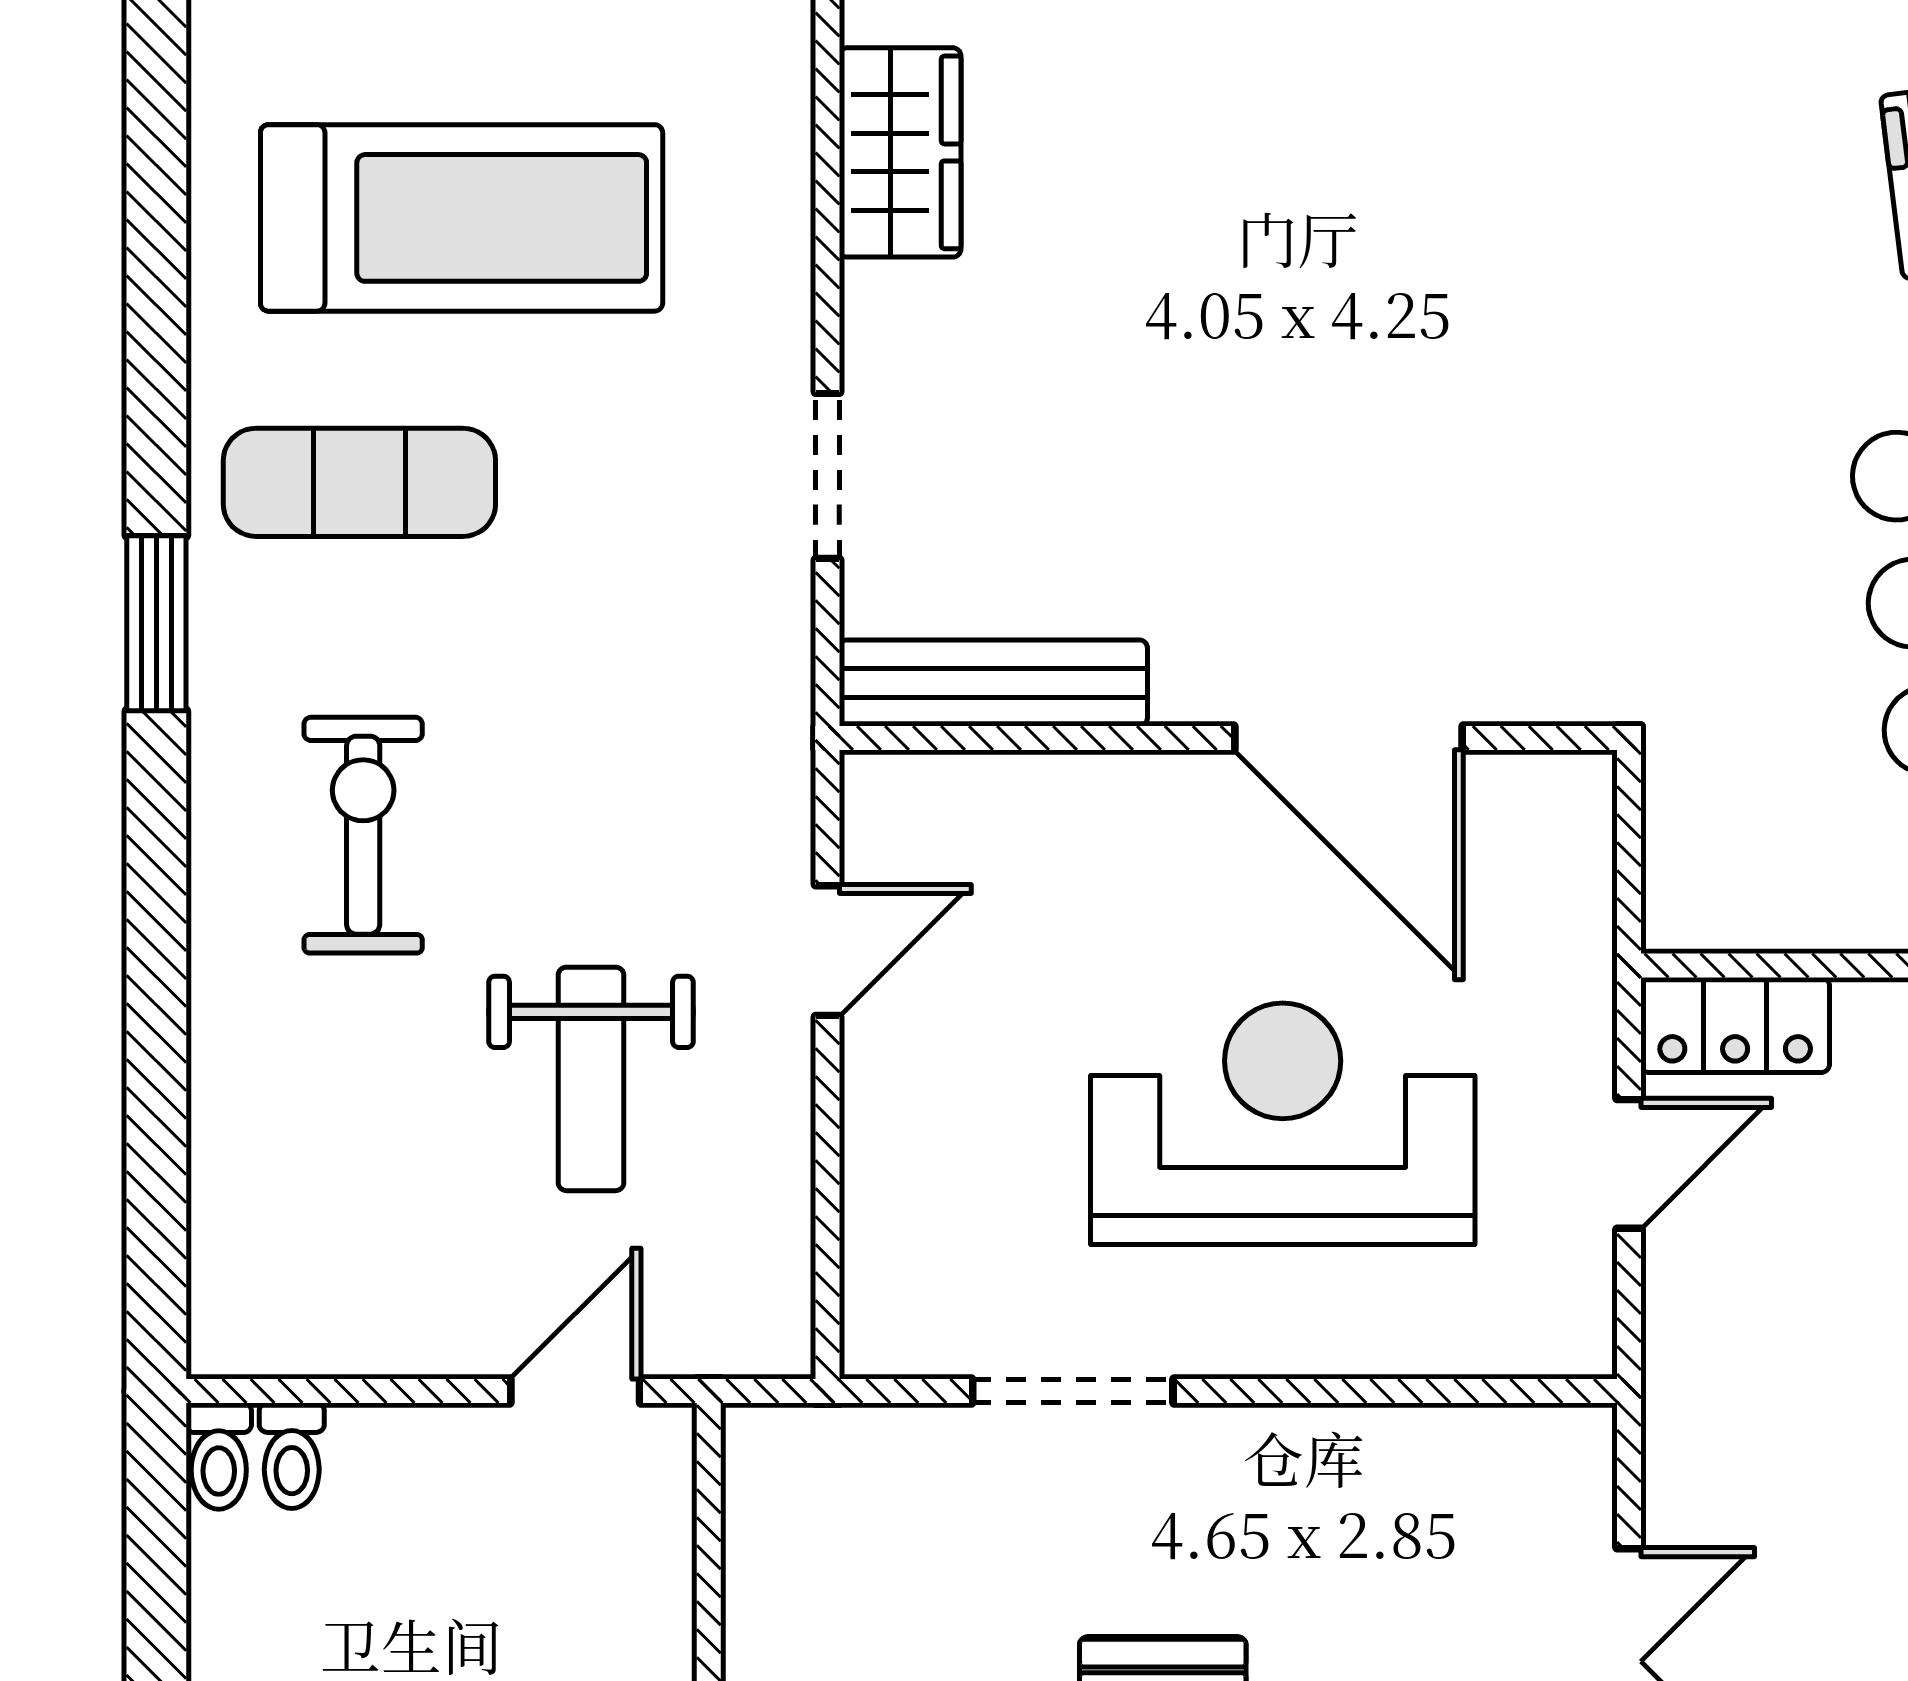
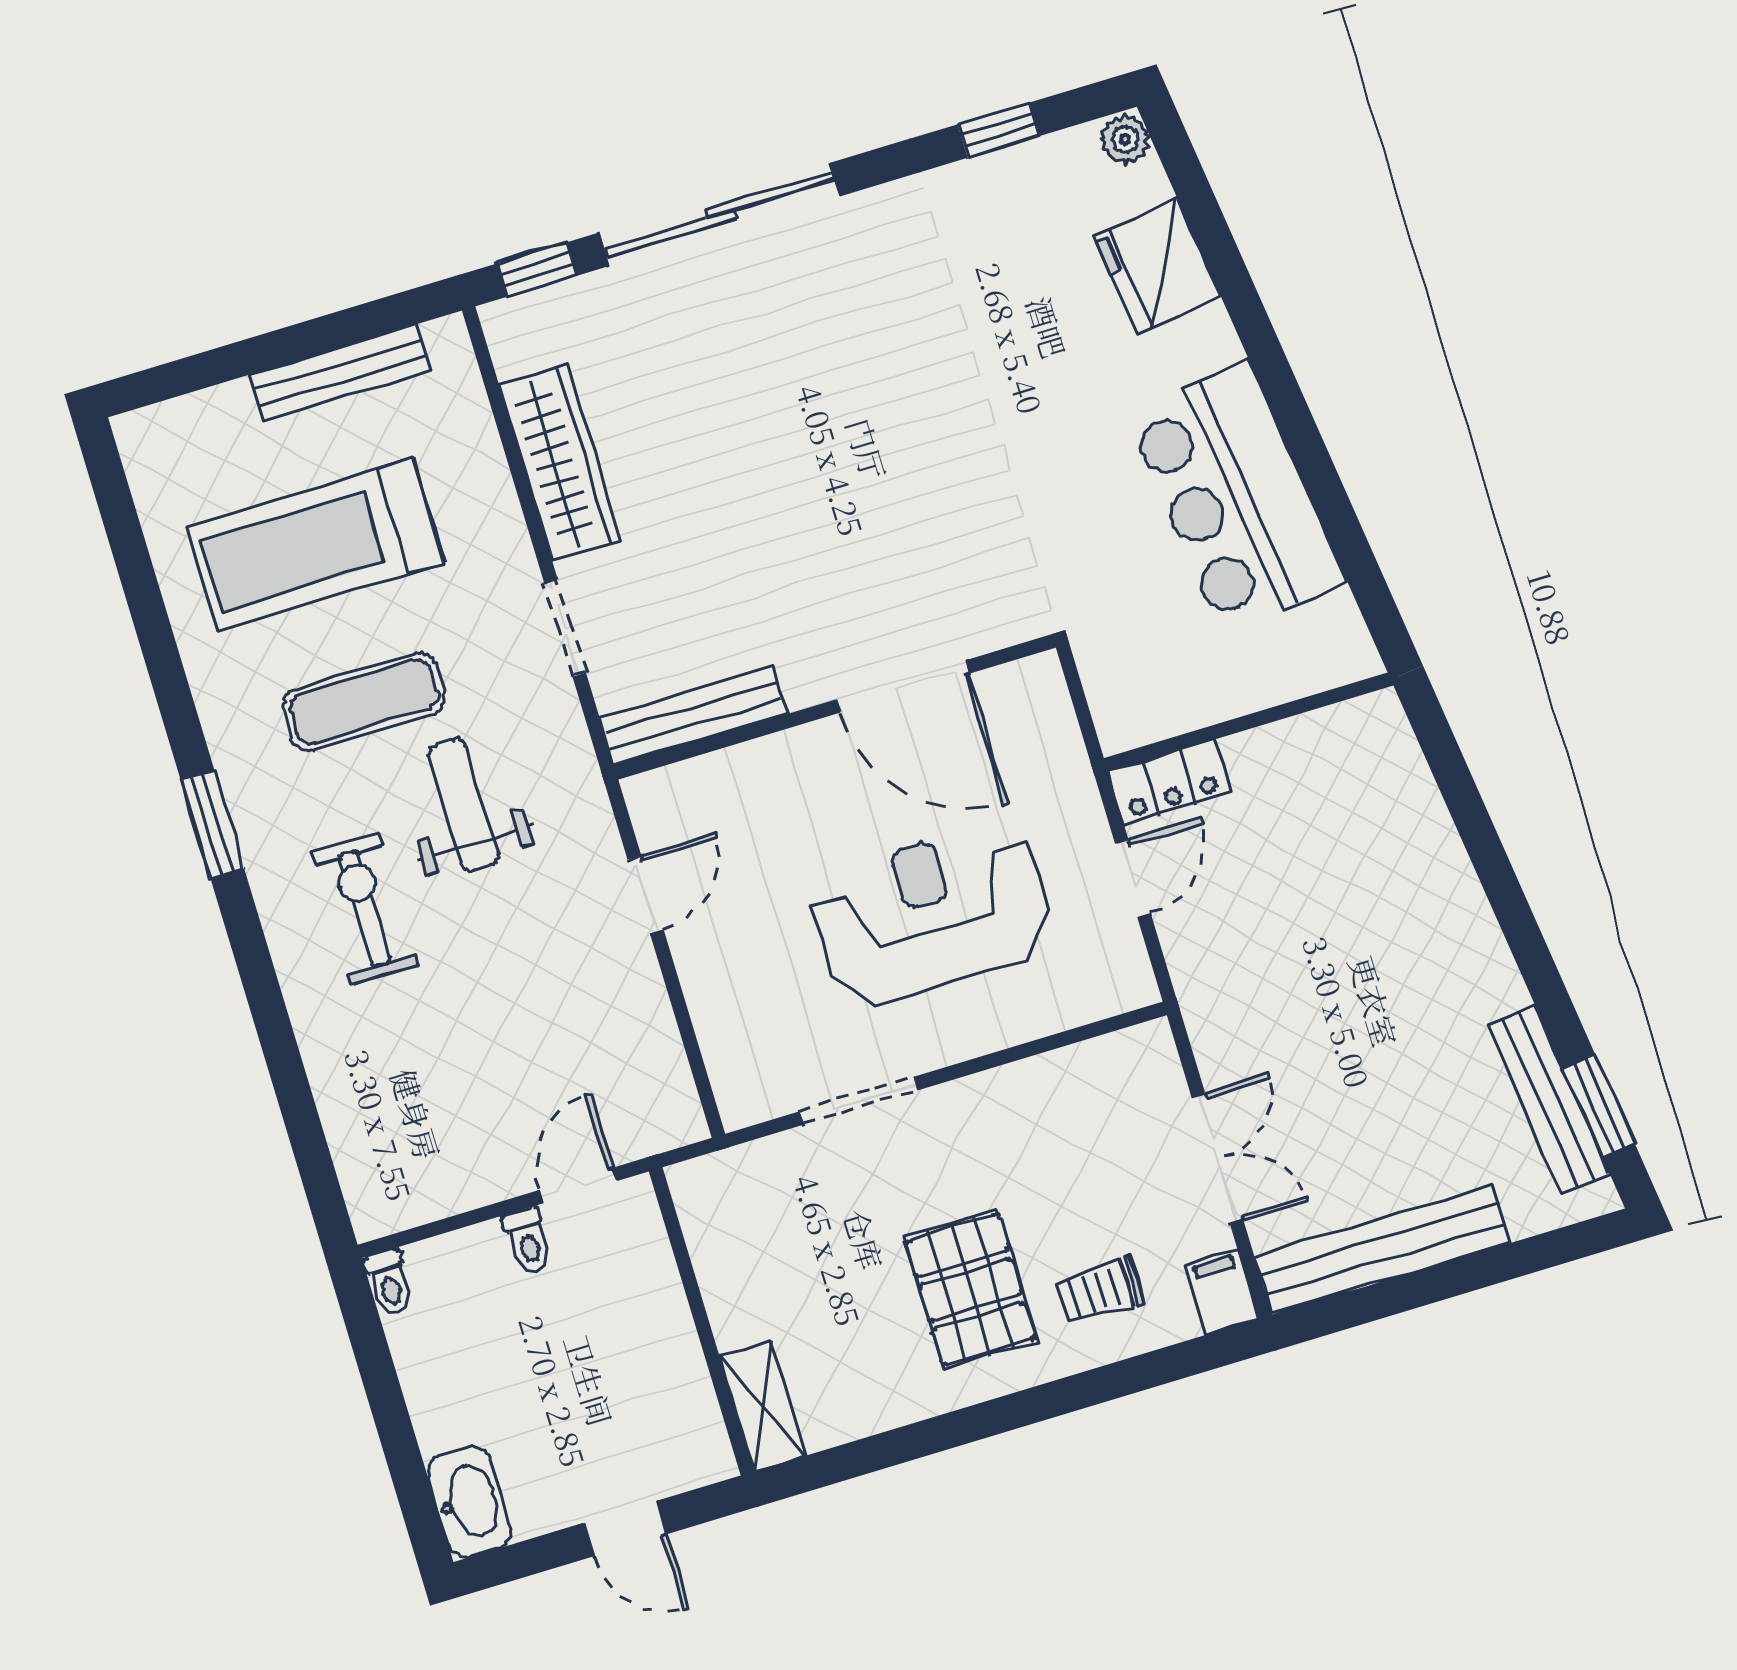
wardrobe: (900, 152) -> (560, 463), width x1.50
treadmill: (462, 218) -> (315, 545), turned 180
exercise mat: (359, 482) -> (364, 702), moved
weight bench: (591, 1079) -> (463, 805), moved, turned 180
toilet: (292, 1456) -> (528, 1240), moved

